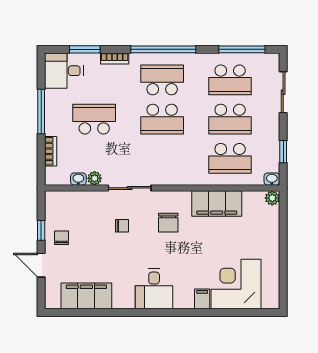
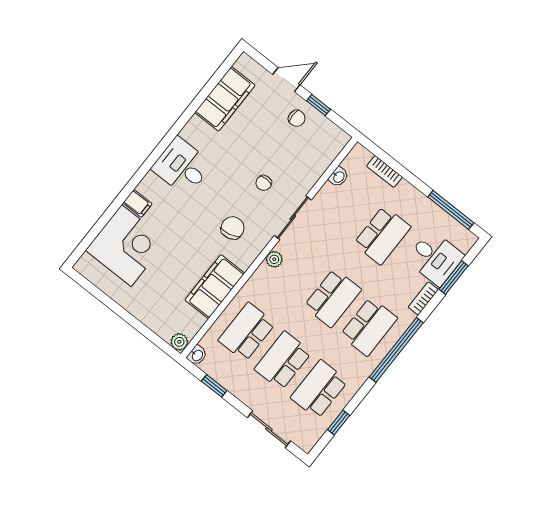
window: (242, 49) -> (339, 423), width x0.46
desk: (64, 71) -> (435, 258), moved, turned 90
window: (41, 111) -> (451, 210), moved
school desk: (162, 119) -> (333, 298), turned 180
plant: (95, 178) -> (274, 259), moved
chair: (168, 223) -> (233, 228), turned 76

